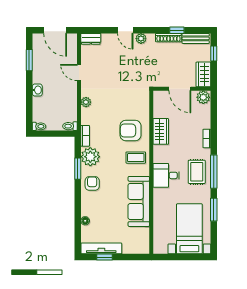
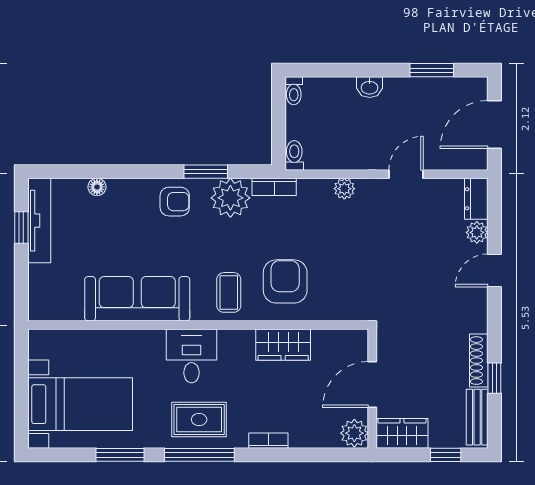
plant: (141, 39) -> (477, 232), moved

